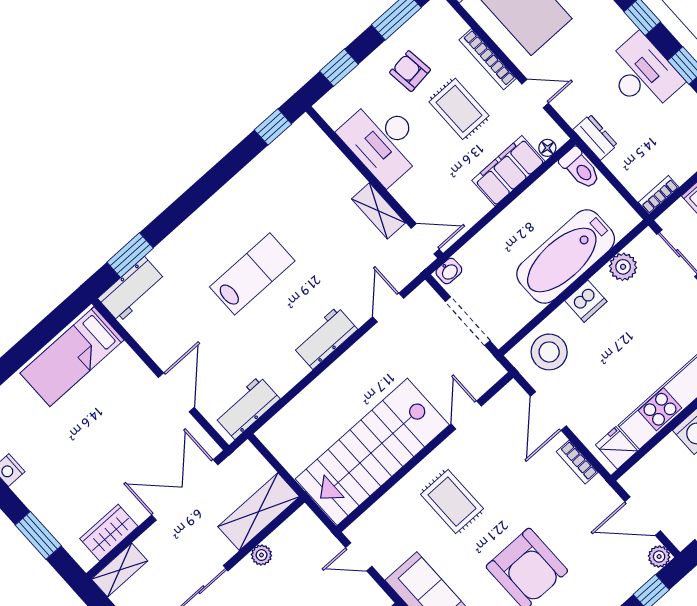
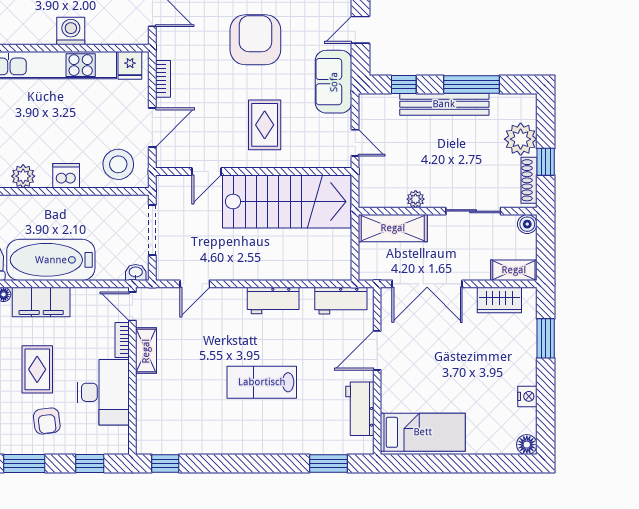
bookcase: (408, 201) -> (122, 340), added
bathtub: (566, 257) -> (51, 260), moved, turned 180
workbench: (132, 290) -> (360, 409), moved, turned -90
workbench: (325, 338) -> (273, 301), moved

